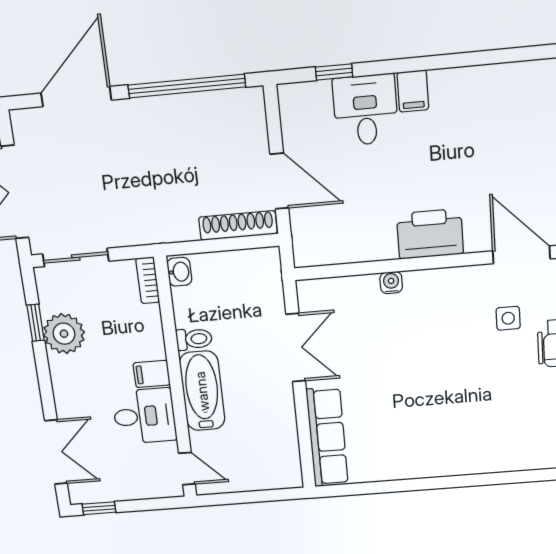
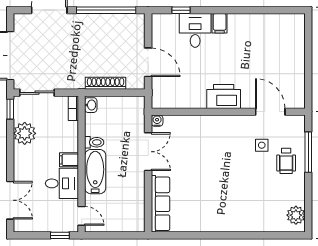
shoe rack: (238, 225) -> (106, 83), moved
water cooler: (391, 283) -> (157, 121), moved
window: (36, 323) -> (10, 109), moved
window: (99, 508) -> (60, 235), moved

